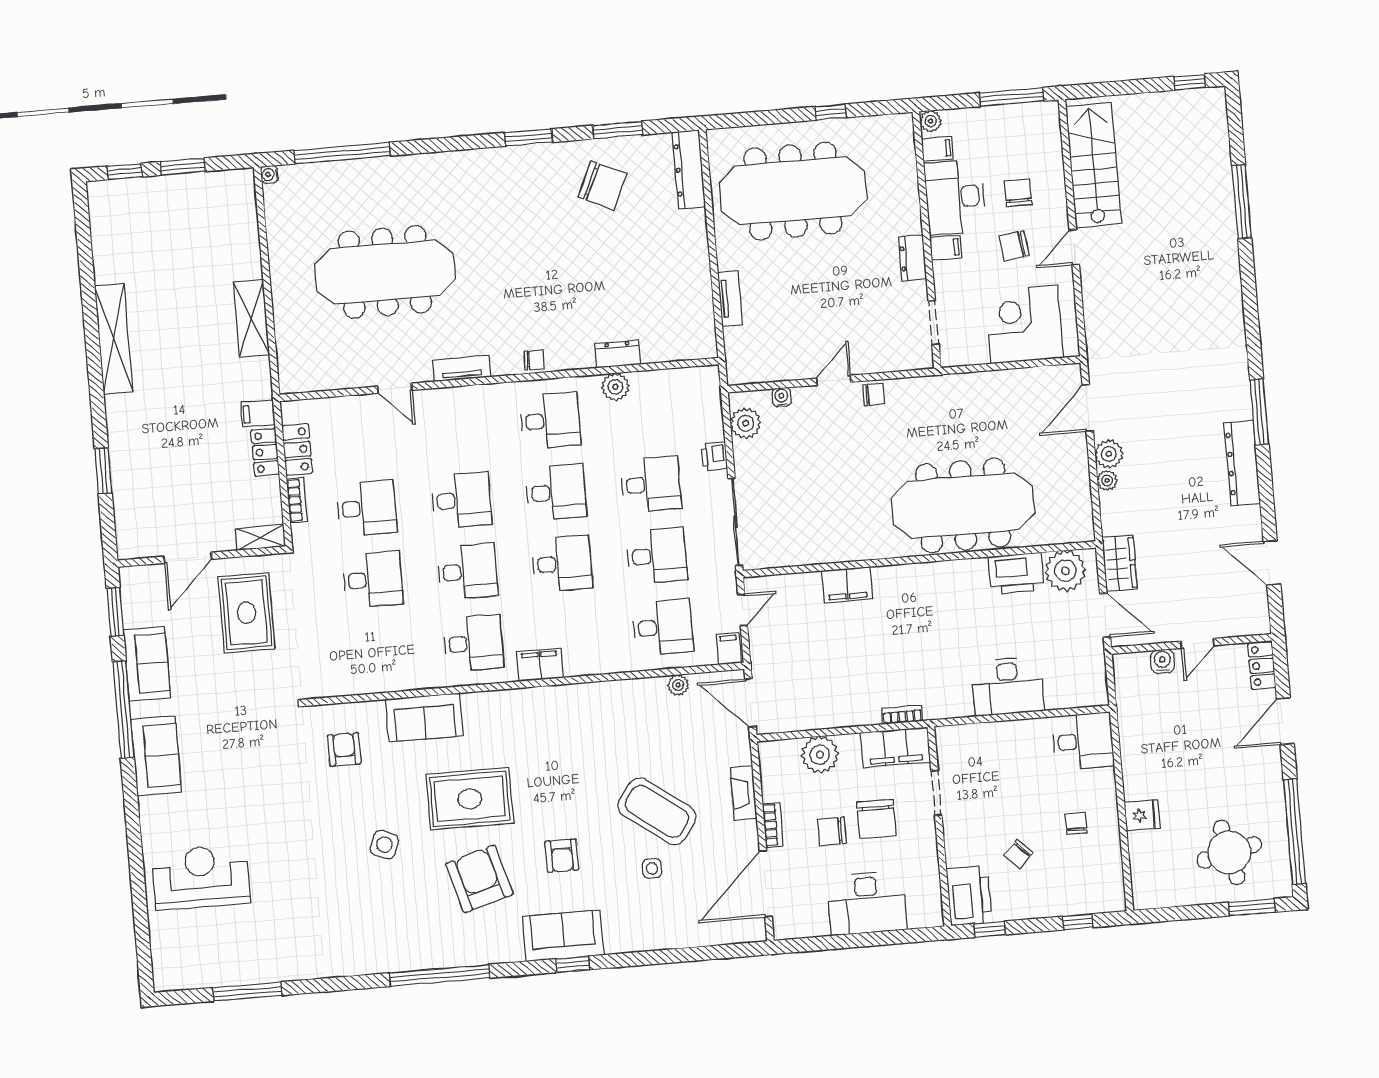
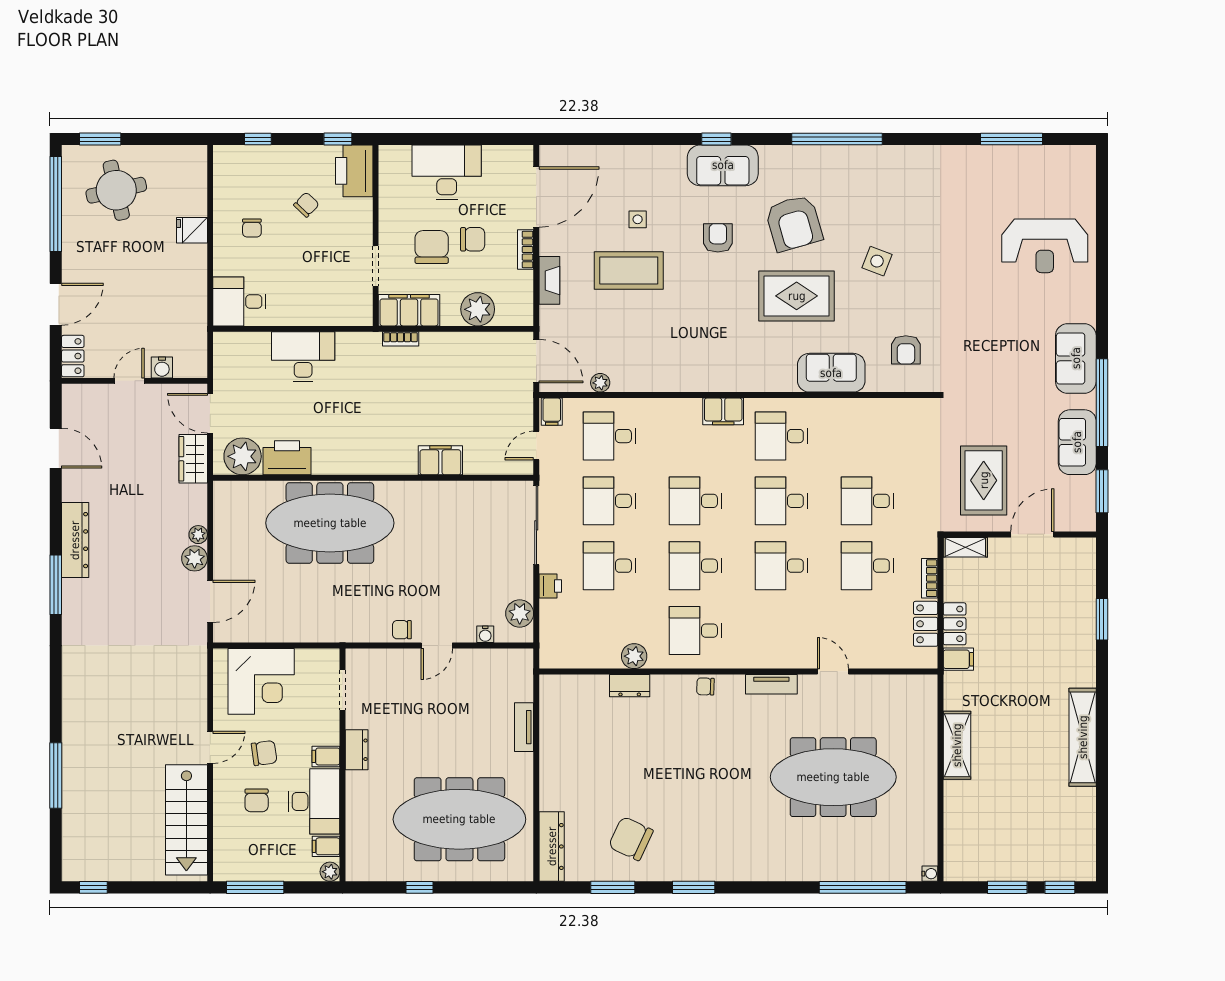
coffee table: (657, 811) -> (629, 270), turned -36

